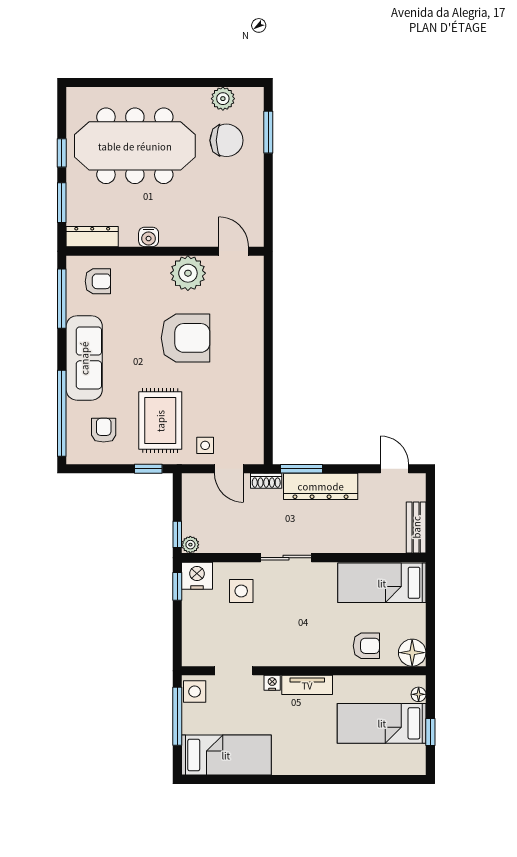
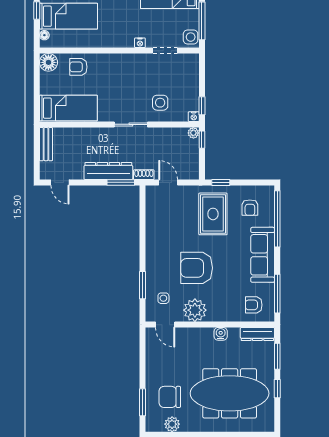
window: (268, 312) -> (142, 285), added
side table: (205, 445) -> (163, 298), moved
nightstand: (197, 576) -> (194, 117), width x0.53, depth x0.56
tv unit: (307, 685) -> (117, 41), removed

